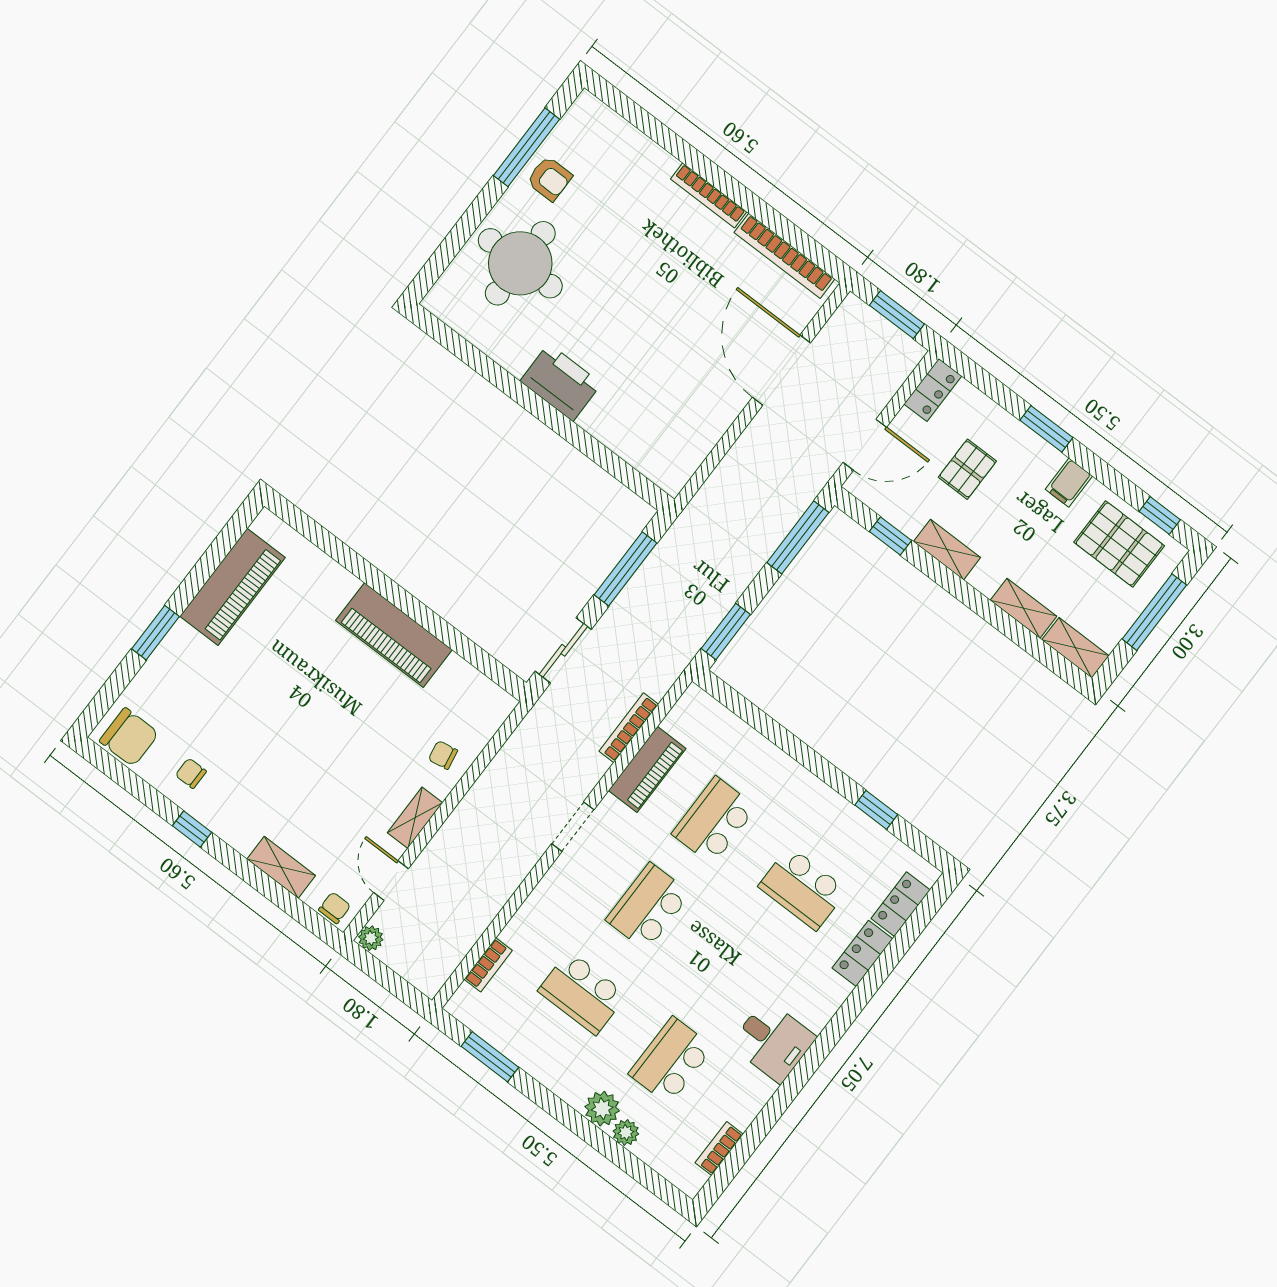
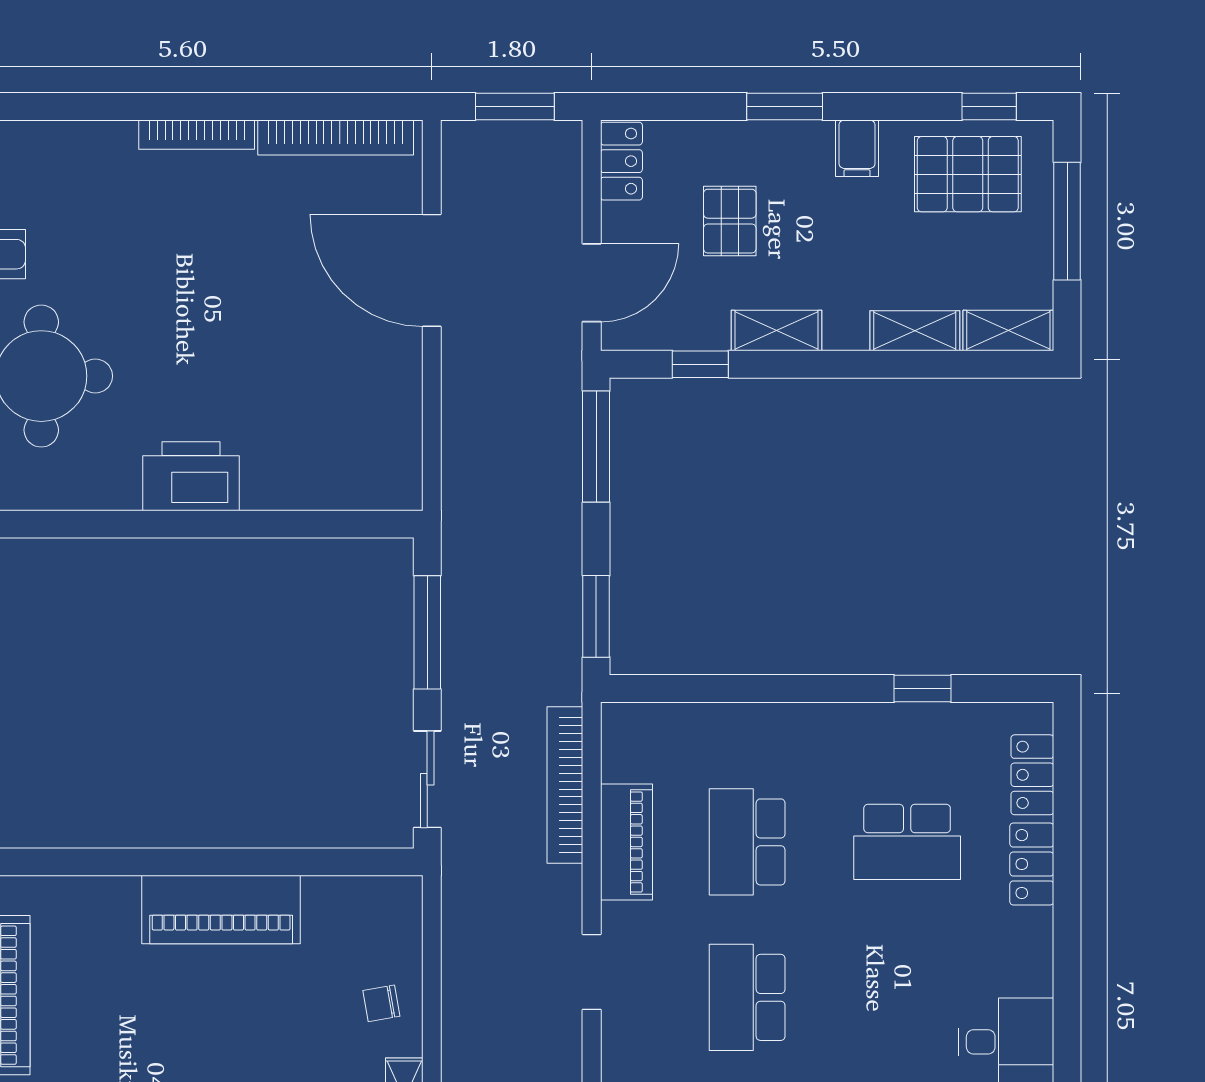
bookcase: (629, 728) -> (565, 785), width x1.48, depth x1.31

